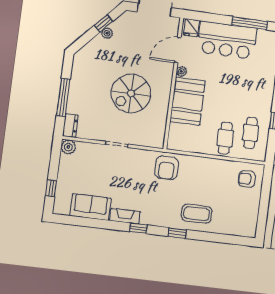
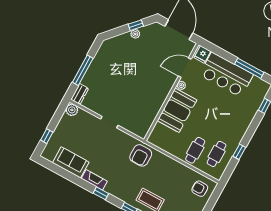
spiral stairs: (131, 93) -> (136, 87), removed

